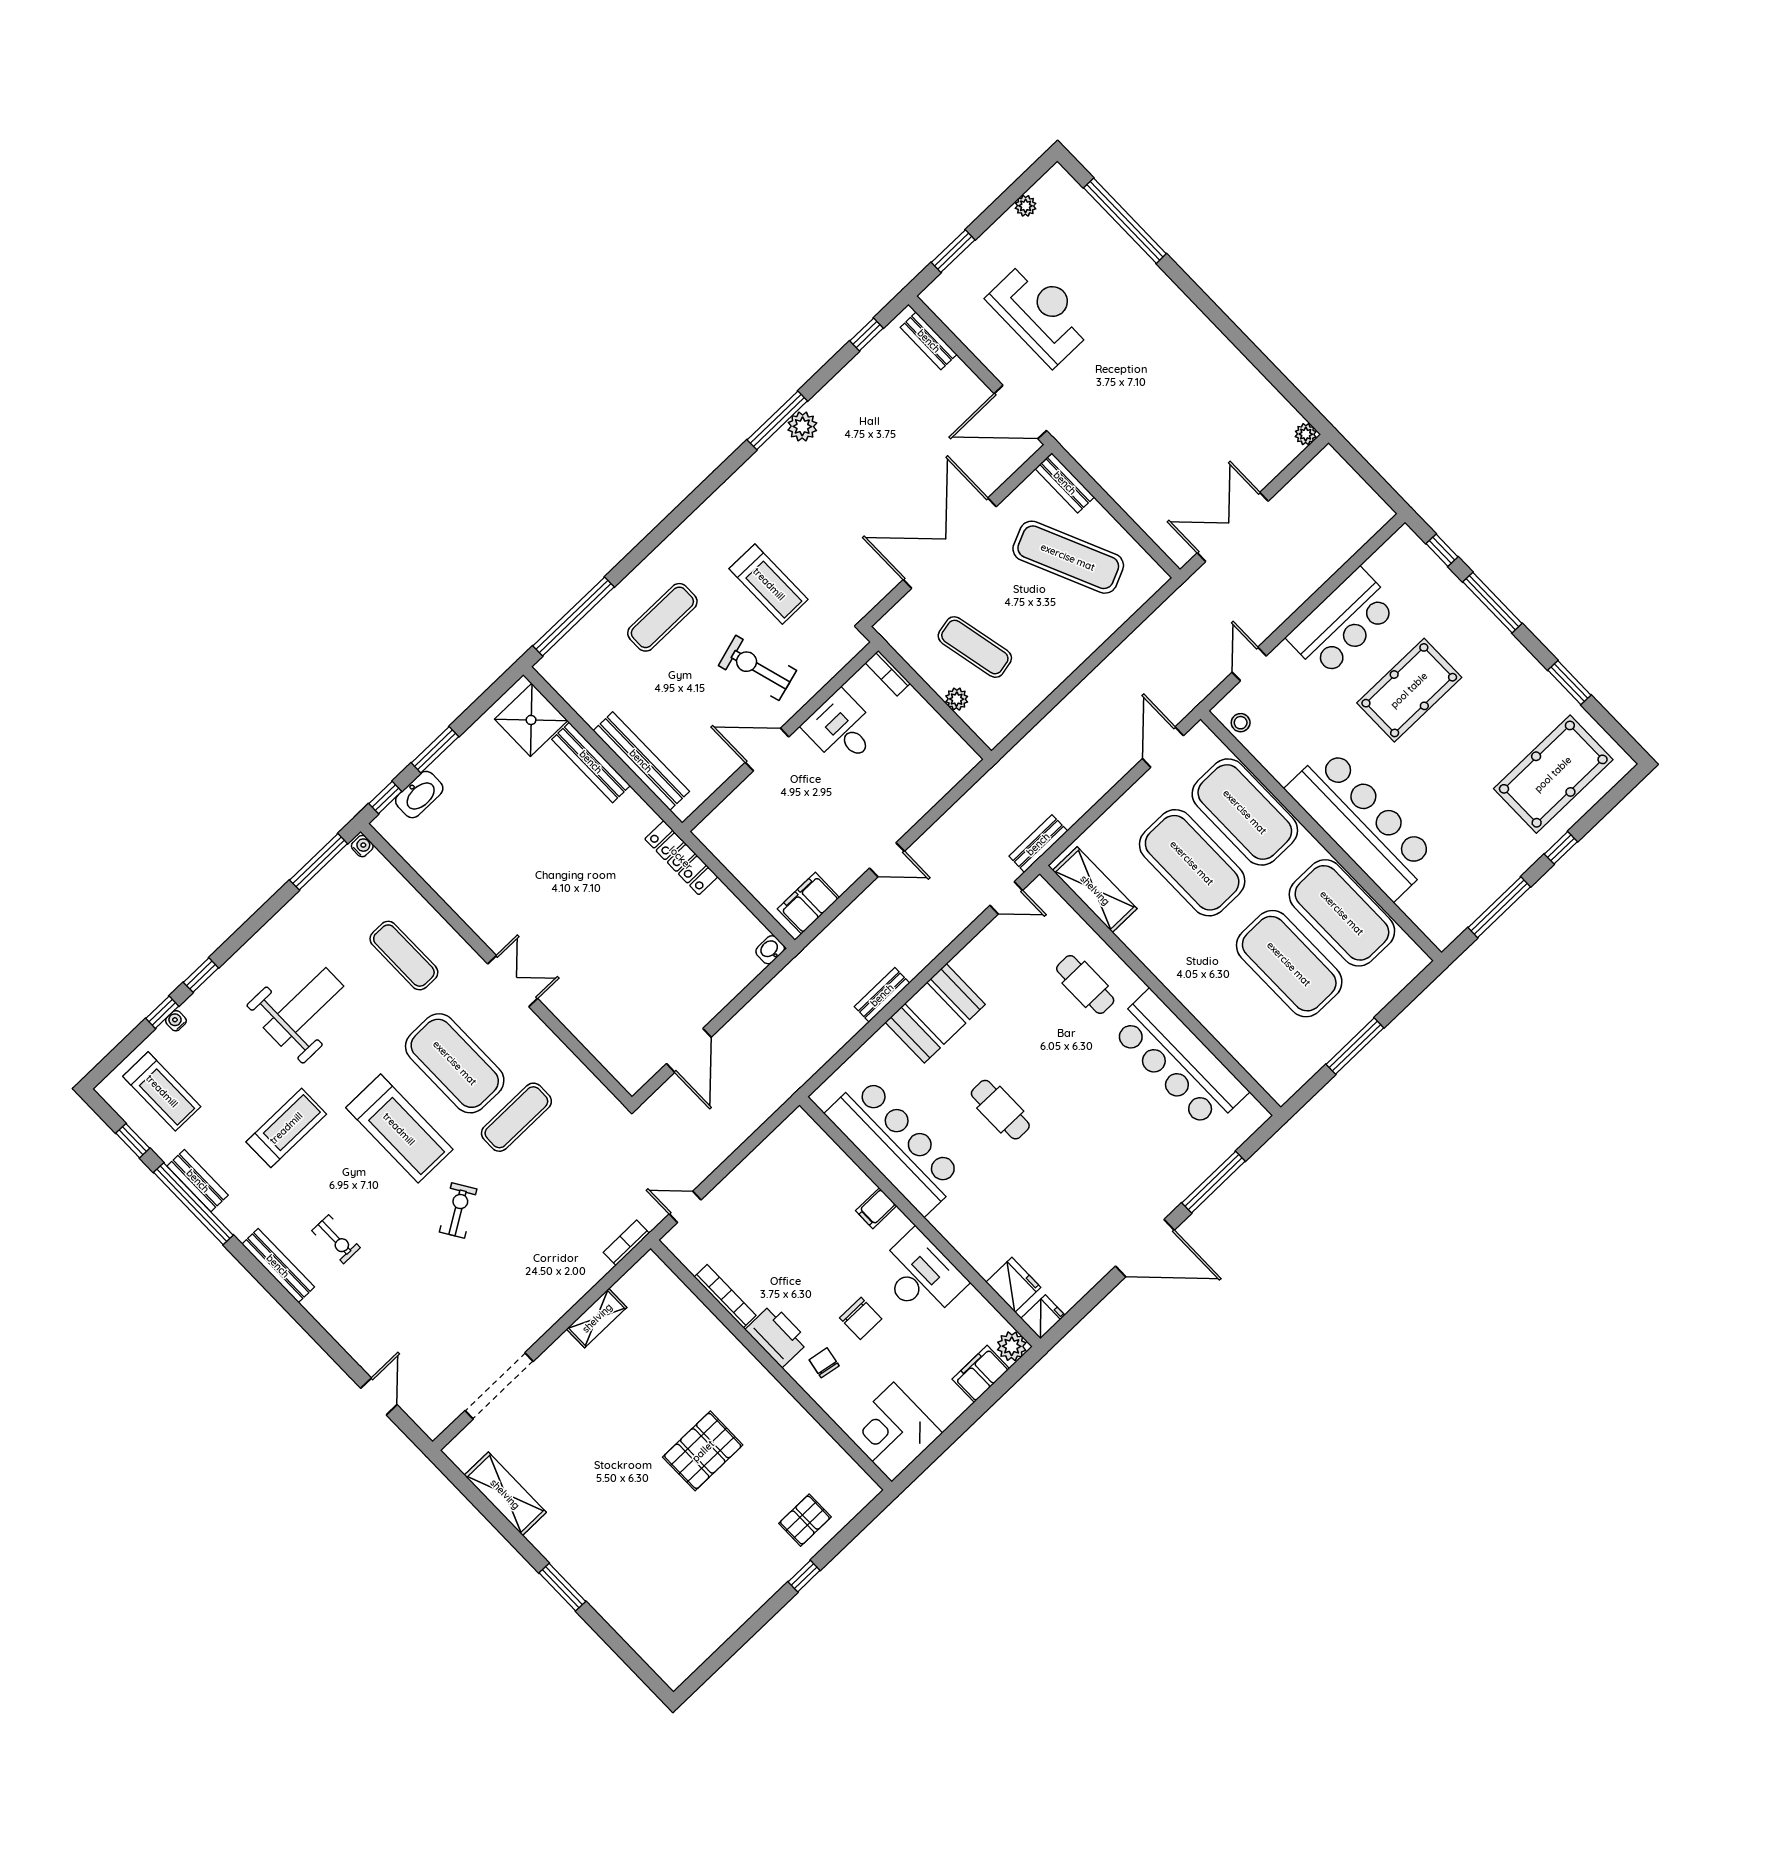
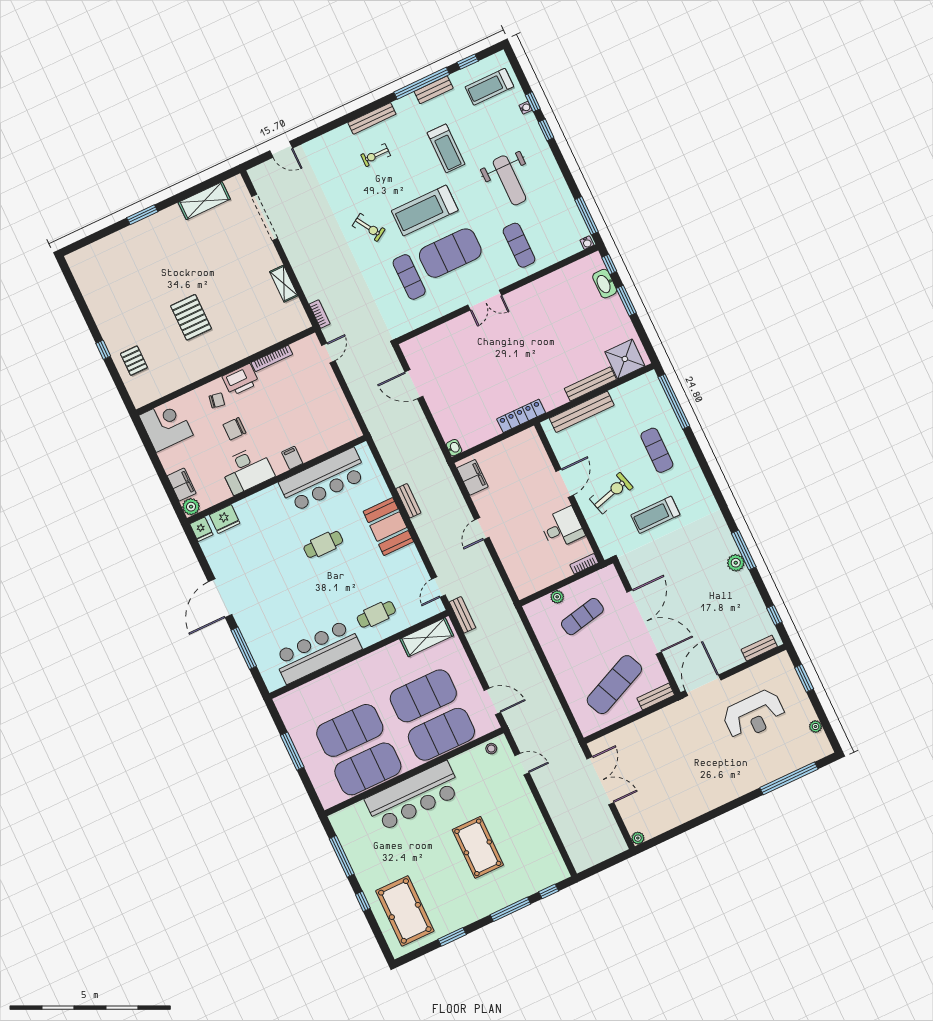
bar counter: (1342, 622) -> (528, 823), removed
exercise mat: (404, 956) -> (519, 245), turned 90

